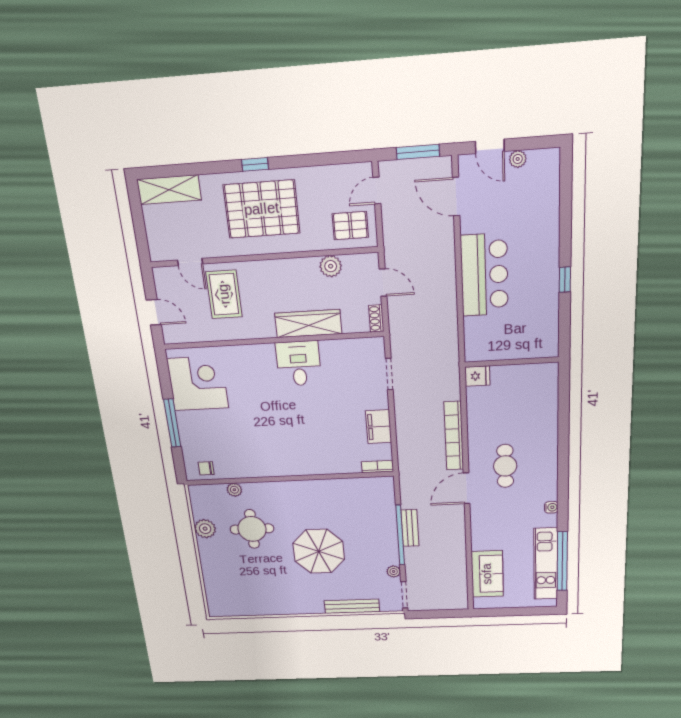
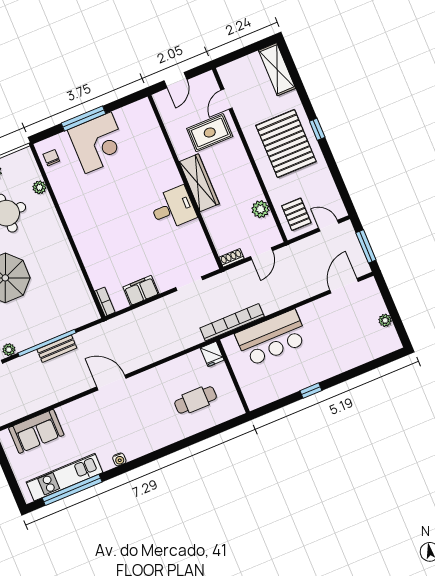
door: (490, 146) -> (387, 297), removed
bar counter: (484, 275) -> (272, 338), moved
wardrobe: (308, 324) -> (199, 183), moved
corner desk: (198, 383) -> (98, 143), moved
bookcase: (454, 436) -> (232, 322), moved
cafe table: (505, 466) -> (196, 400), moved

